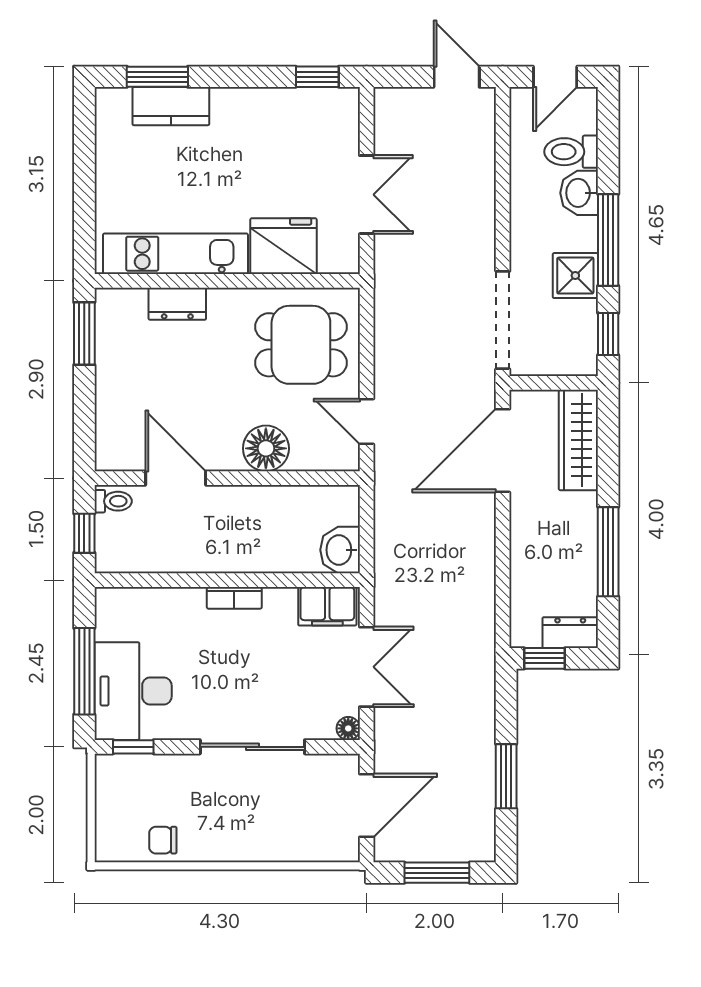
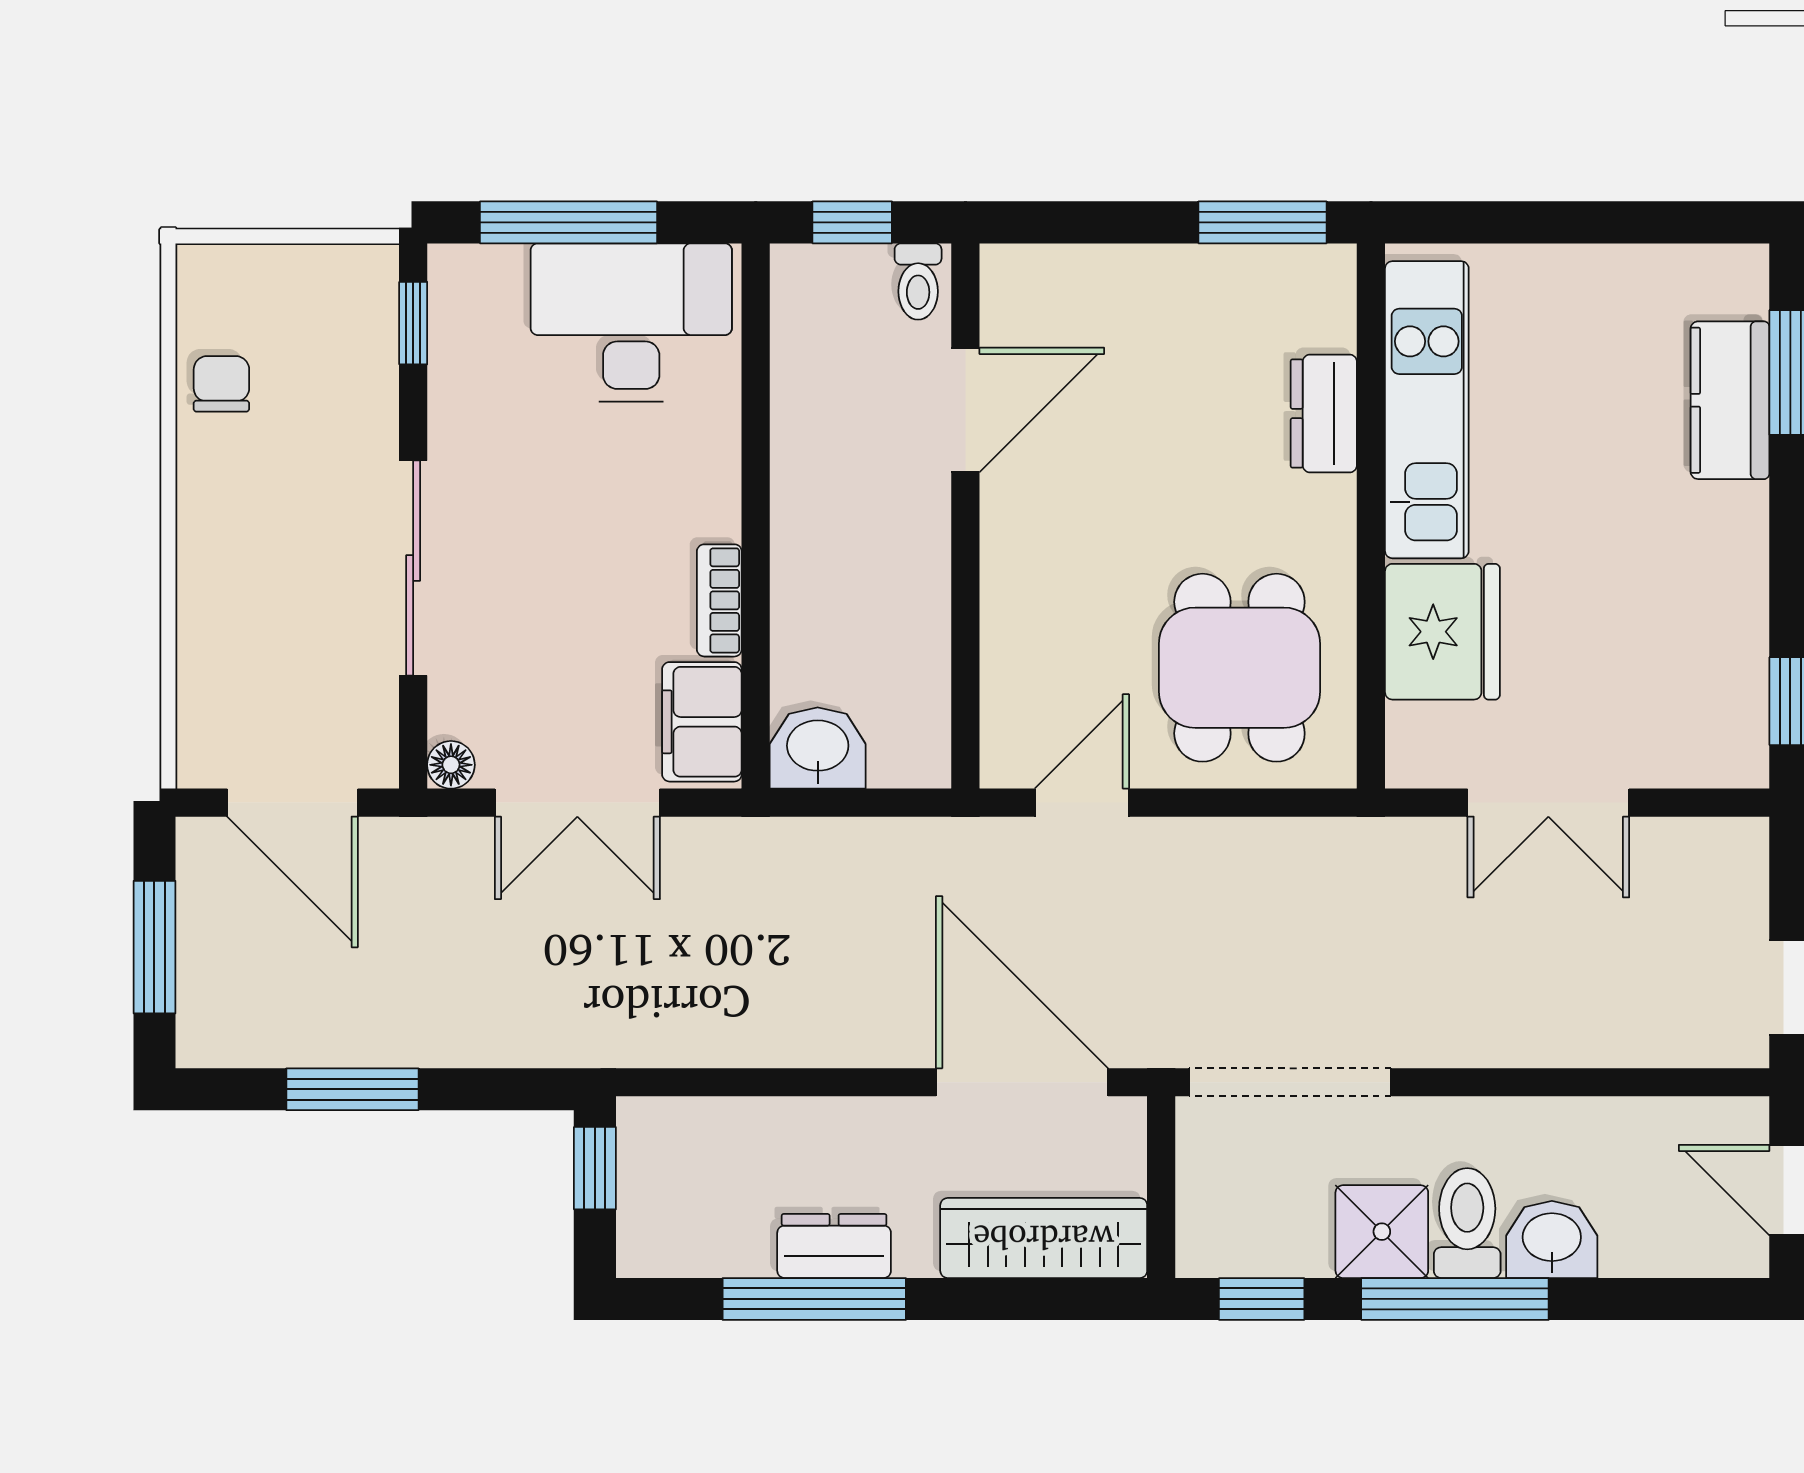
toilet: (571, 152) -> (1467, 1223), moved
floor lamp: (266, 448) -> (1027, 596), removed
bookcase: (234, 598) -> (719, 600), moved
dresser: (570, 633) -> (834, 1246), moved, turned -90
desk: (133, 691) -> (631, 322), moved

